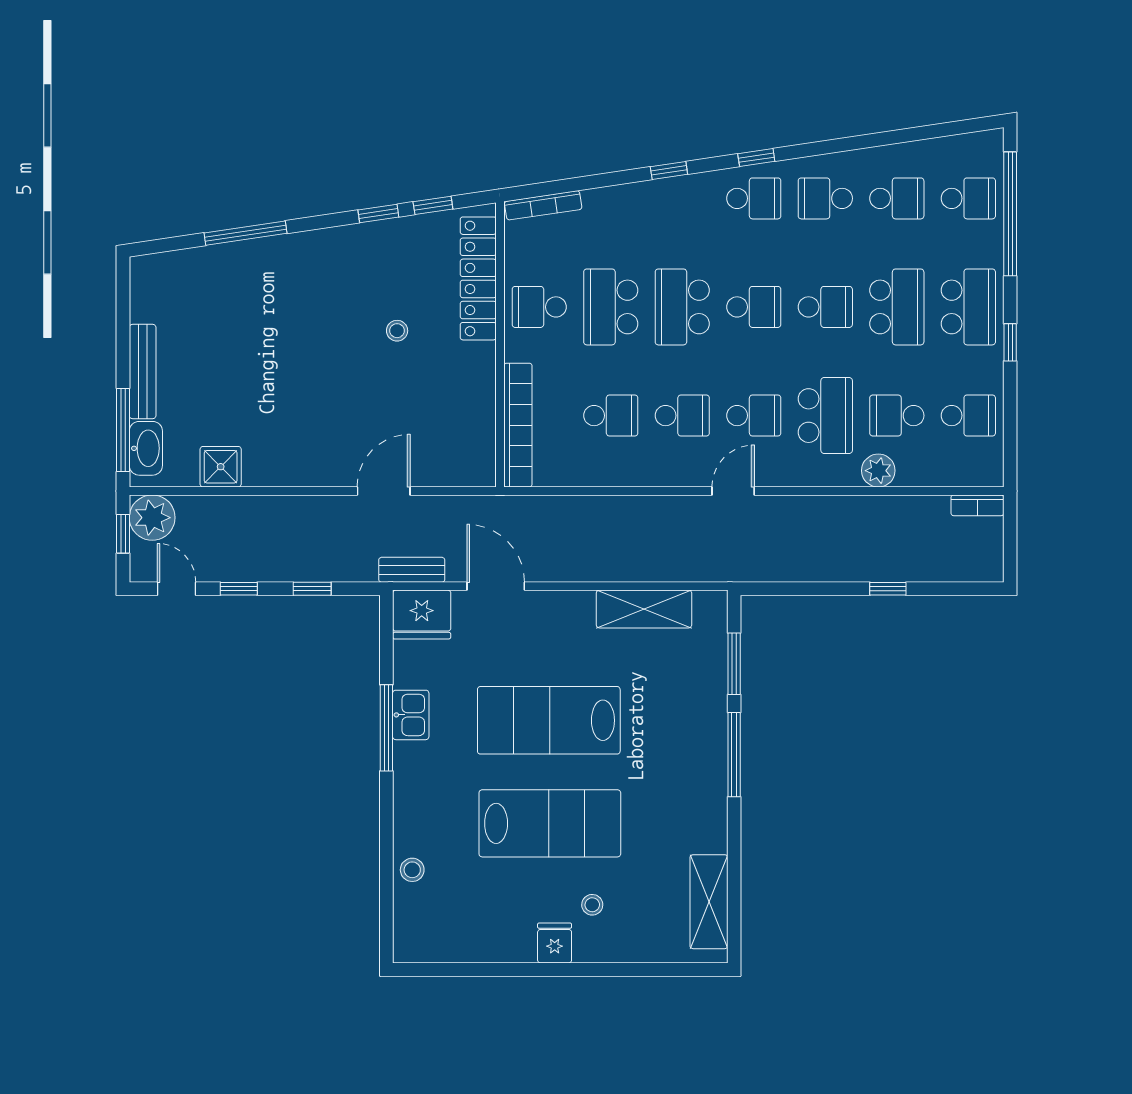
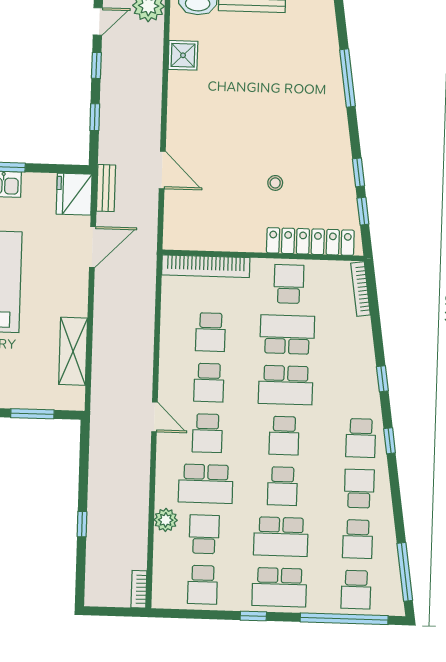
window: (941, 130) -> (405, 572), added
school desk: (682, 307) -> (286, 385), turned 180

